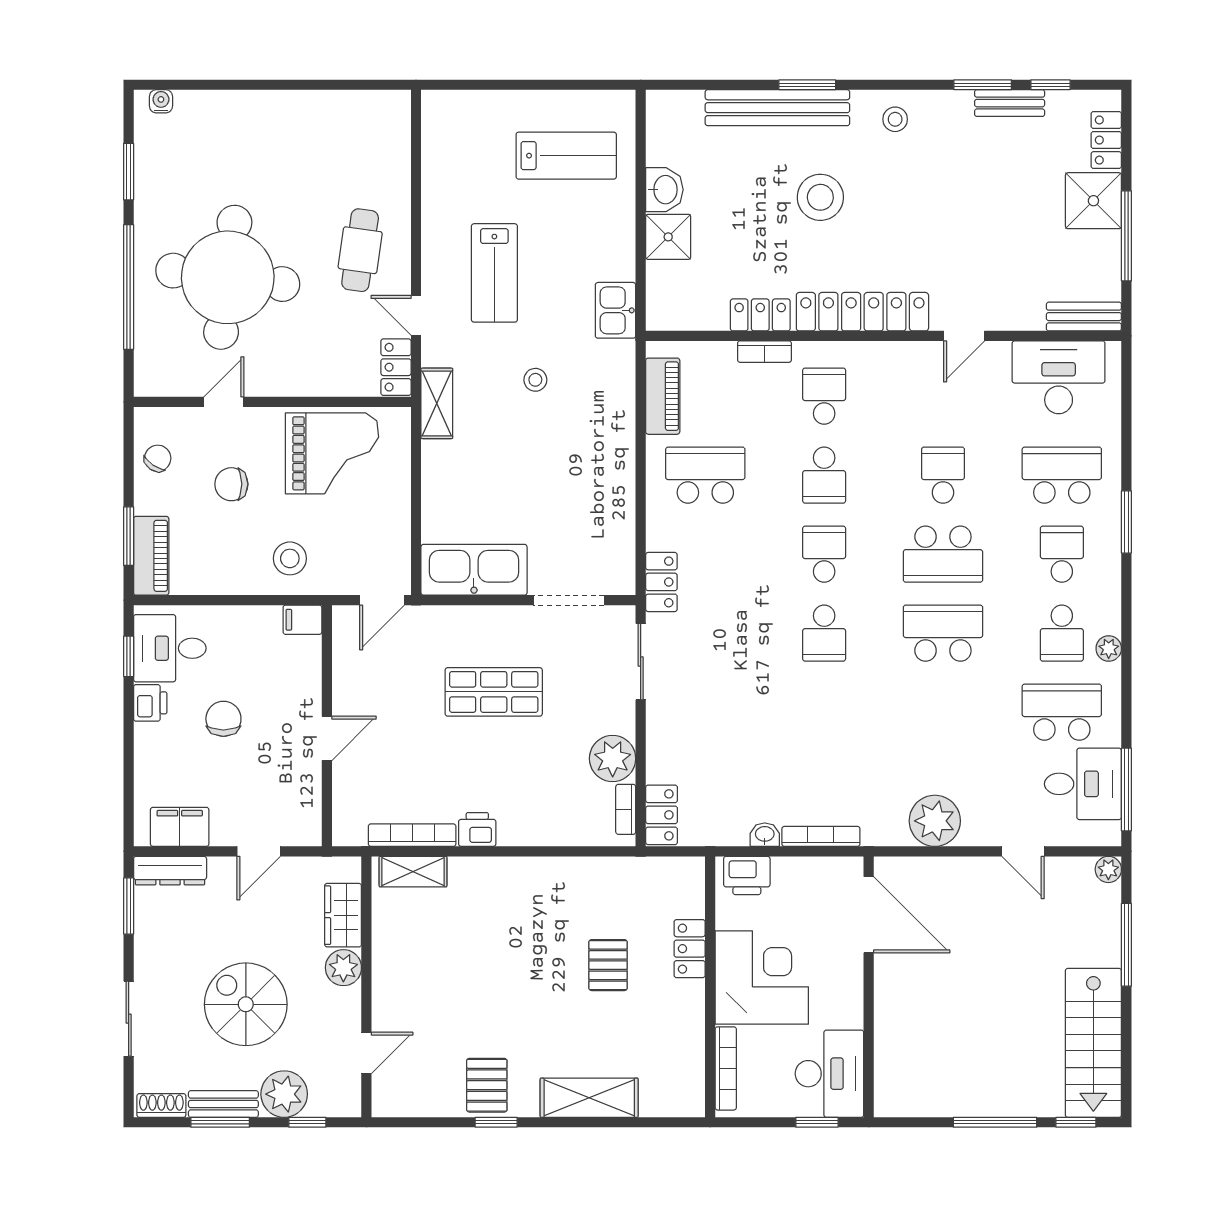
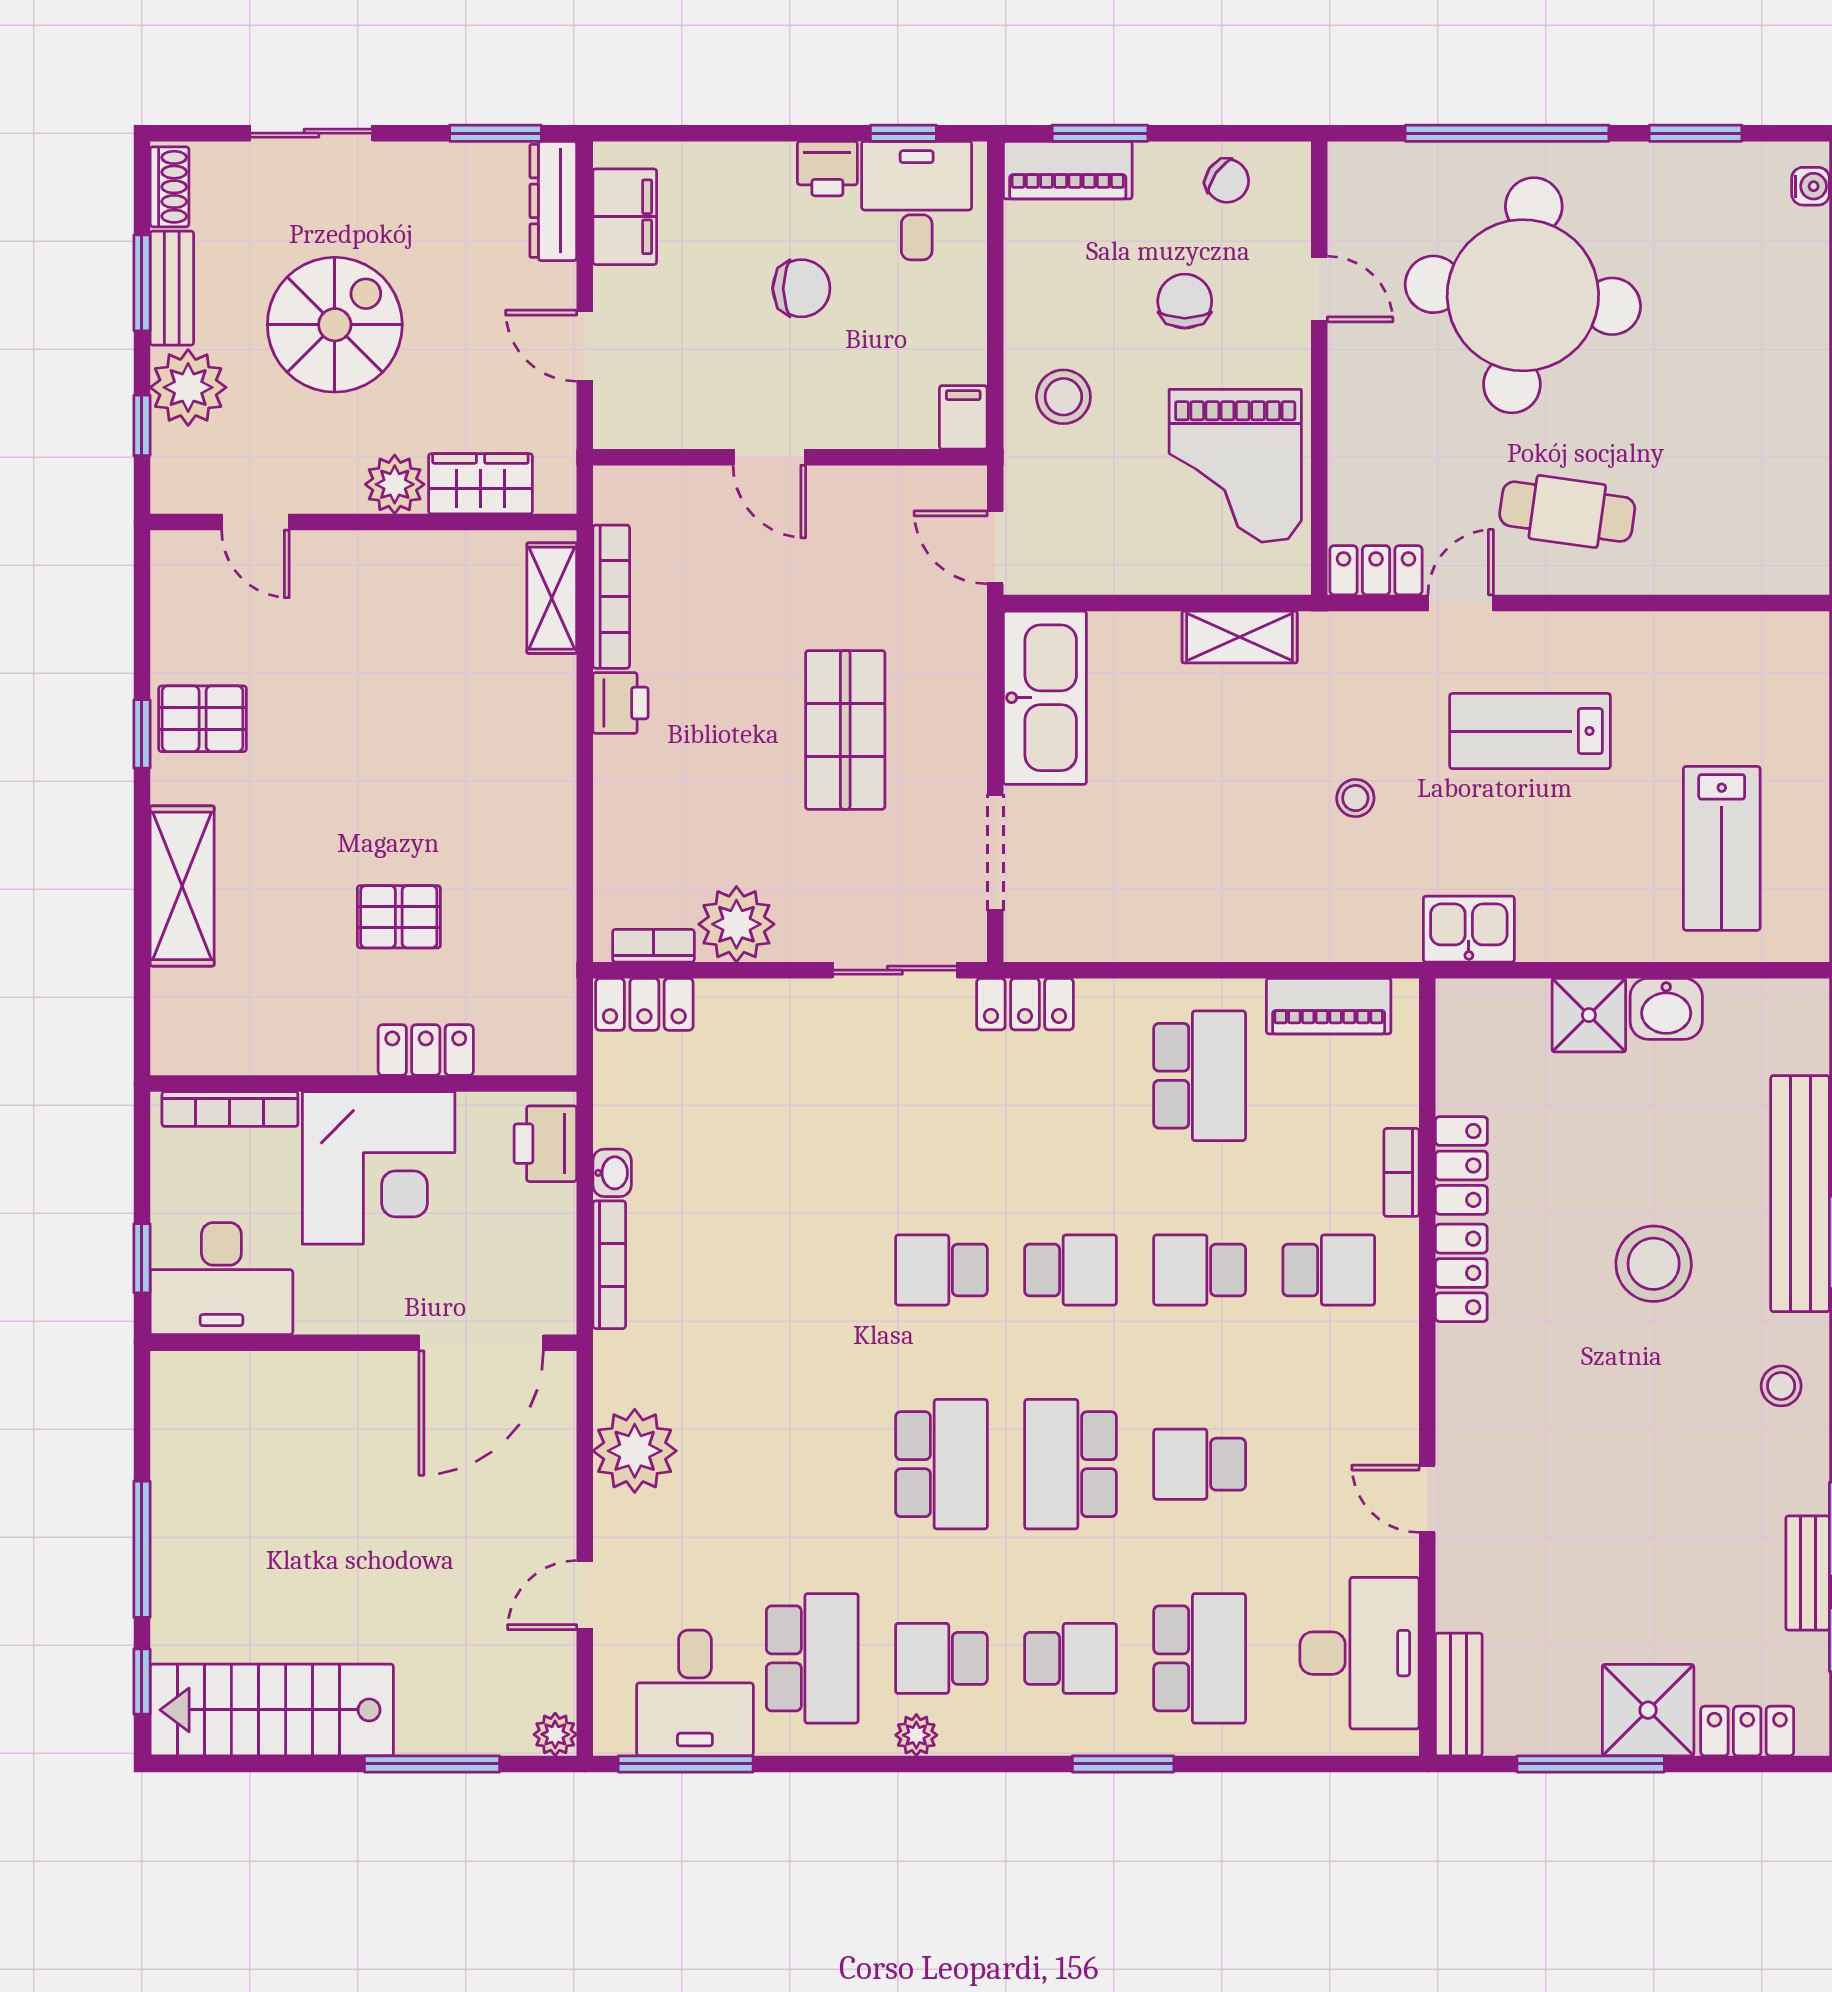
locker: (862, 312) -> (1461, 1273), width x0.46, depth x0.83
shelving: (437, 403) -> (1240, 637), moved
school desk: (943, 475) -> (1200, 1464), turned 180

